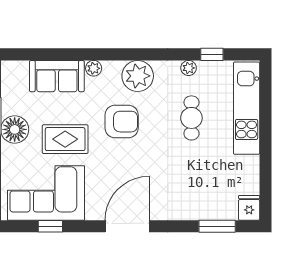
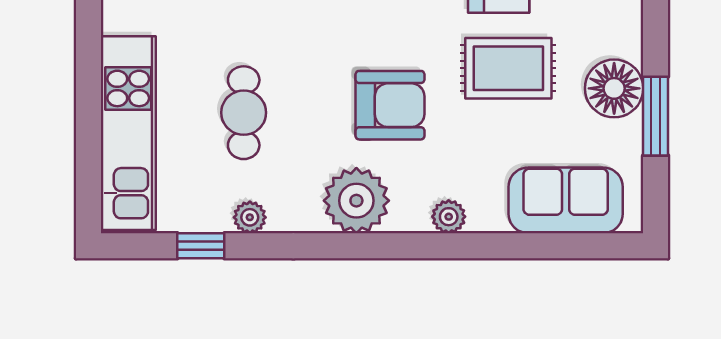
sofa: (57, 76) -> (566, 200), moved
armchair: (122, 122) -> (390, 105), turned 180

